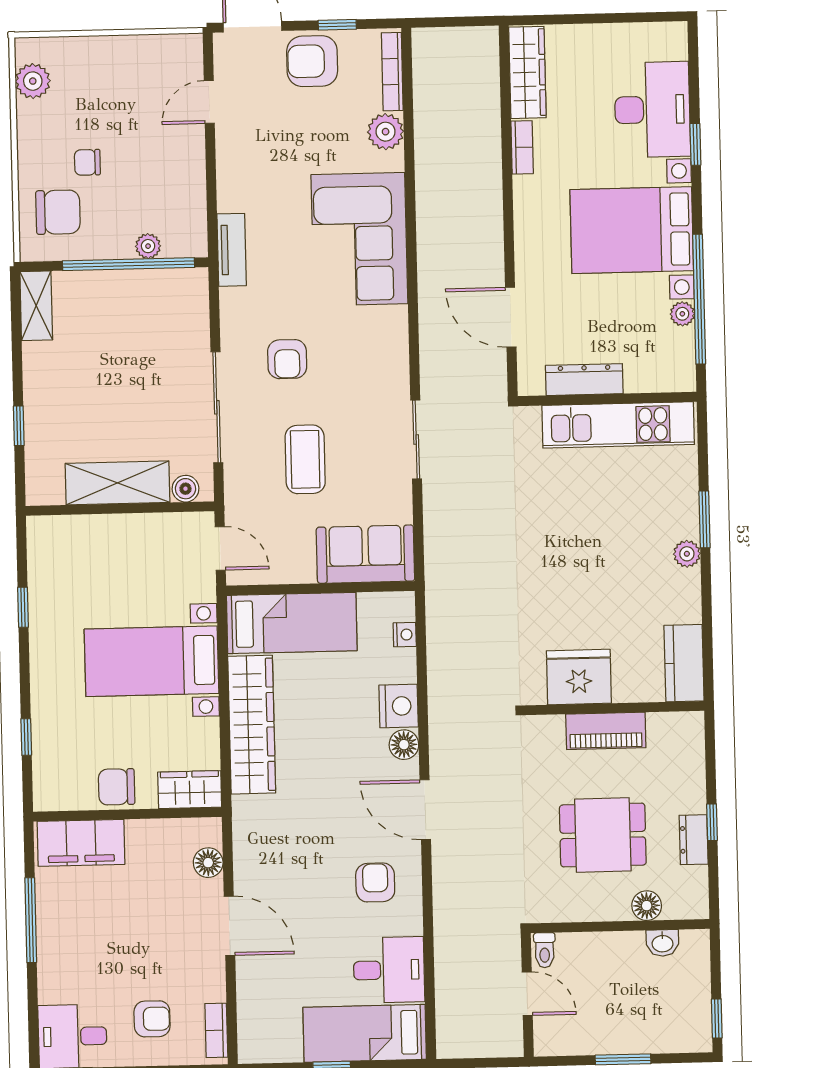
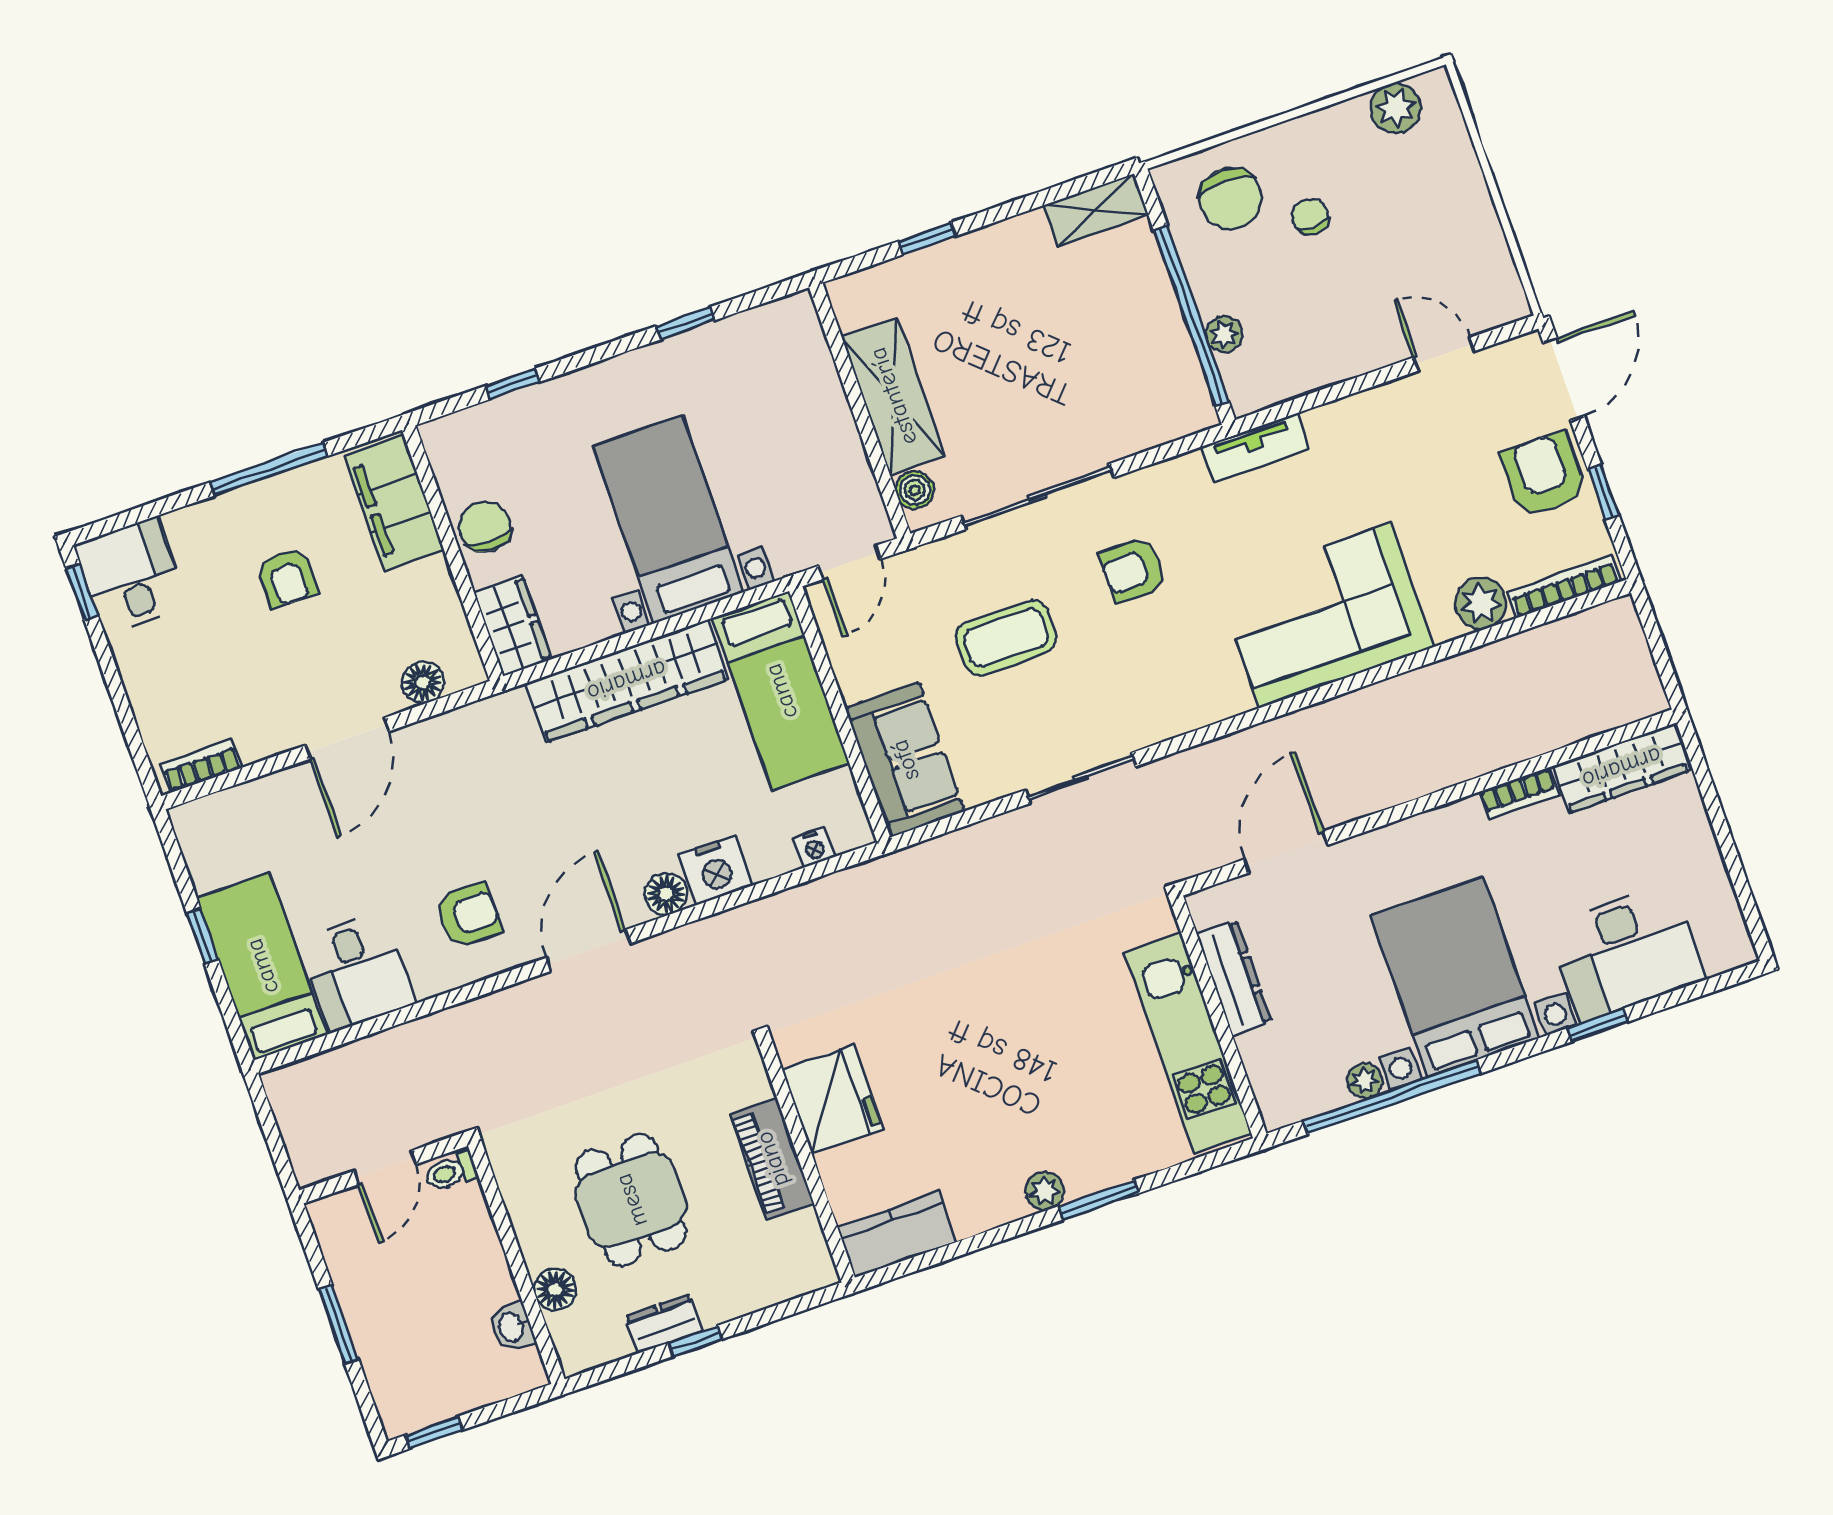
armchair: (152, 1019) -> (287, 577), moved

